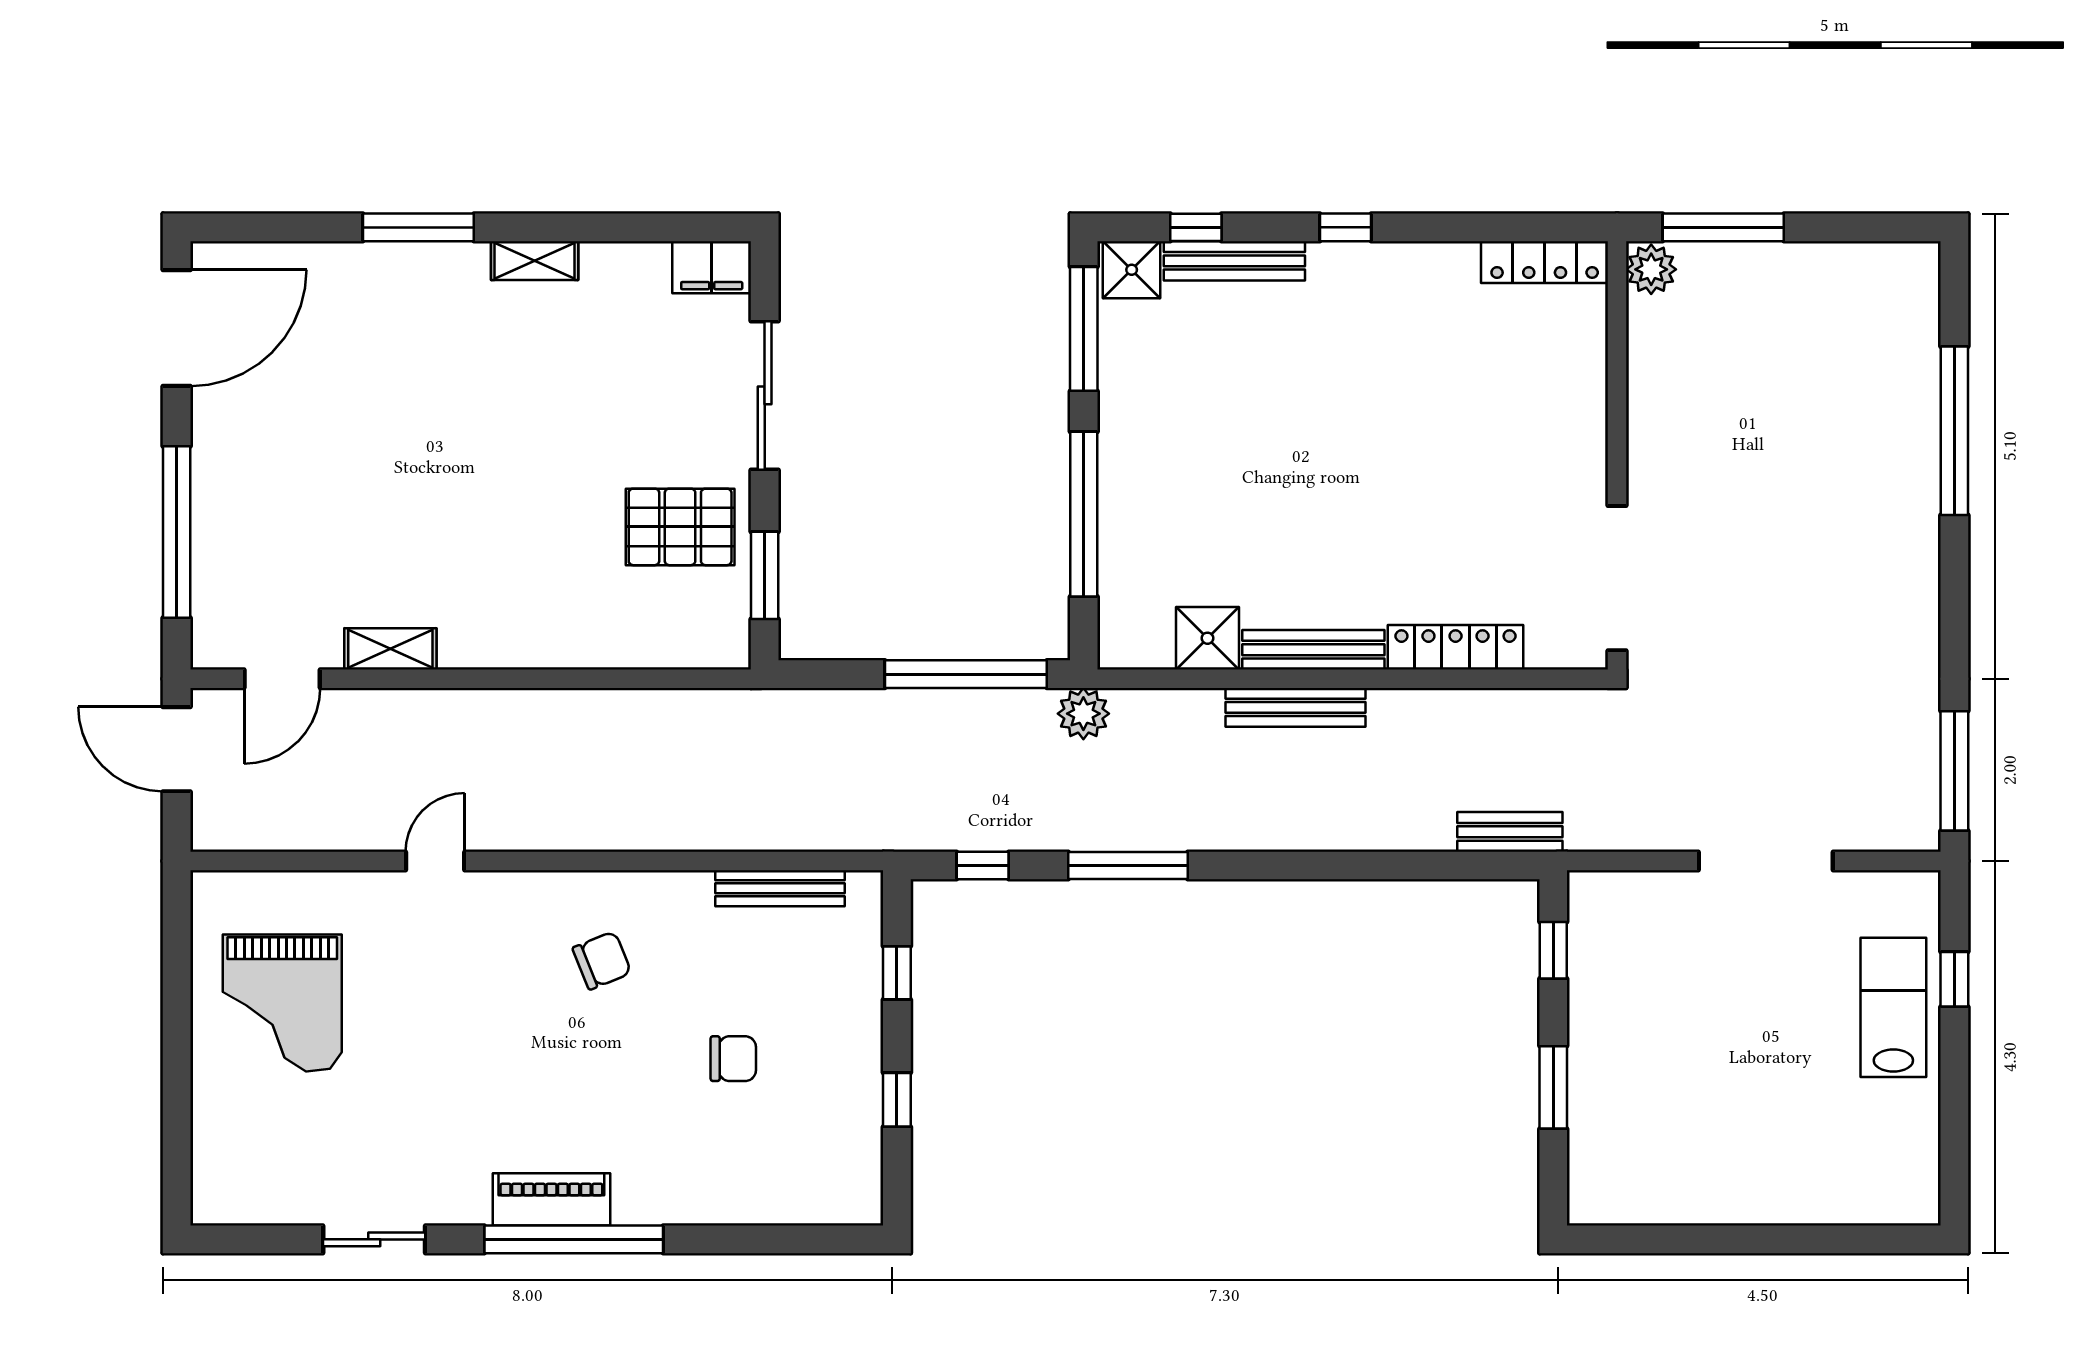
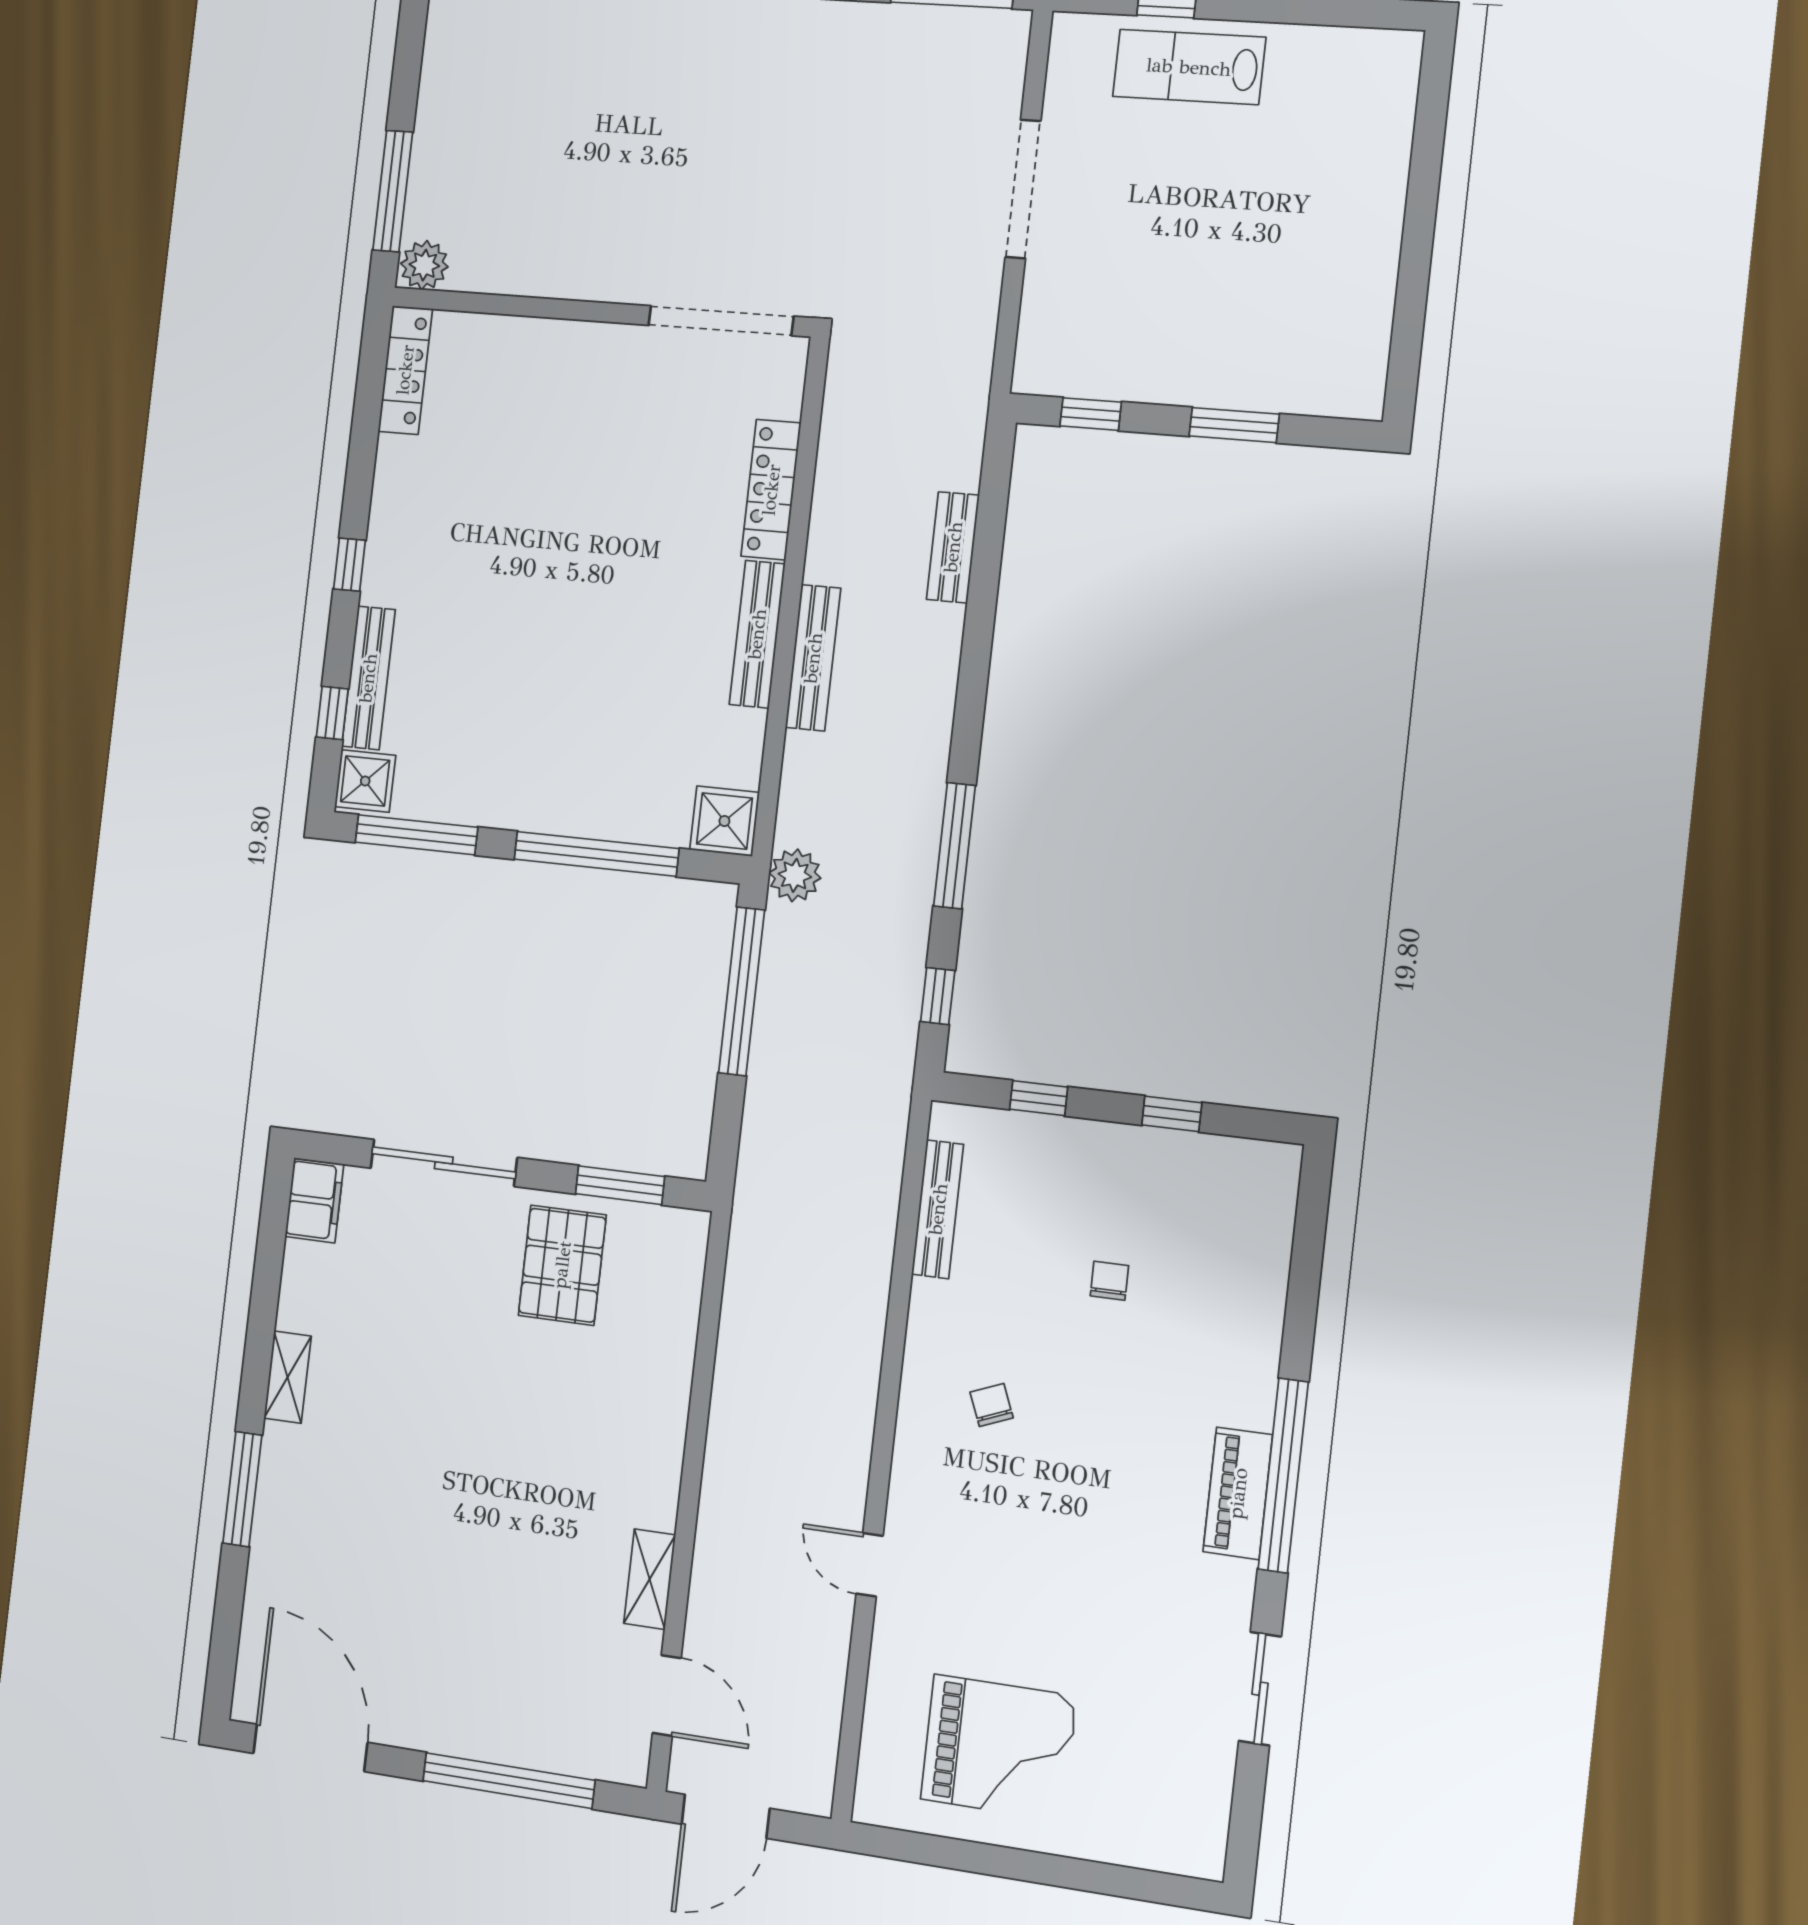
shower: (1207, 638) -> (724, 821), moved
bench: (1510, 832) -> (953, 547), moved
chair: (602, 960) -> (992, 1405), width x0.73, depth x0.73
chair: (733, 1059) -> (1109, 1281), width x0.73, depth x0.73

